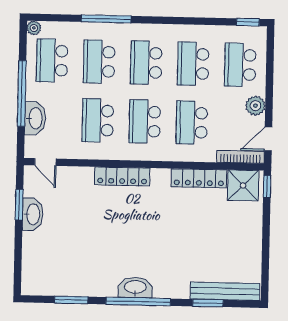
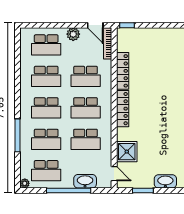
window: (248, 22) -> (18, 41), removed
door: (45, 162) -> (114, 174), hinge flipped
locker: (122, 177) -> (123, 109), moved
shower: (243, 185) -> (127, 152), moved
washbasin: (33, 214) -> (165, 181), moved

